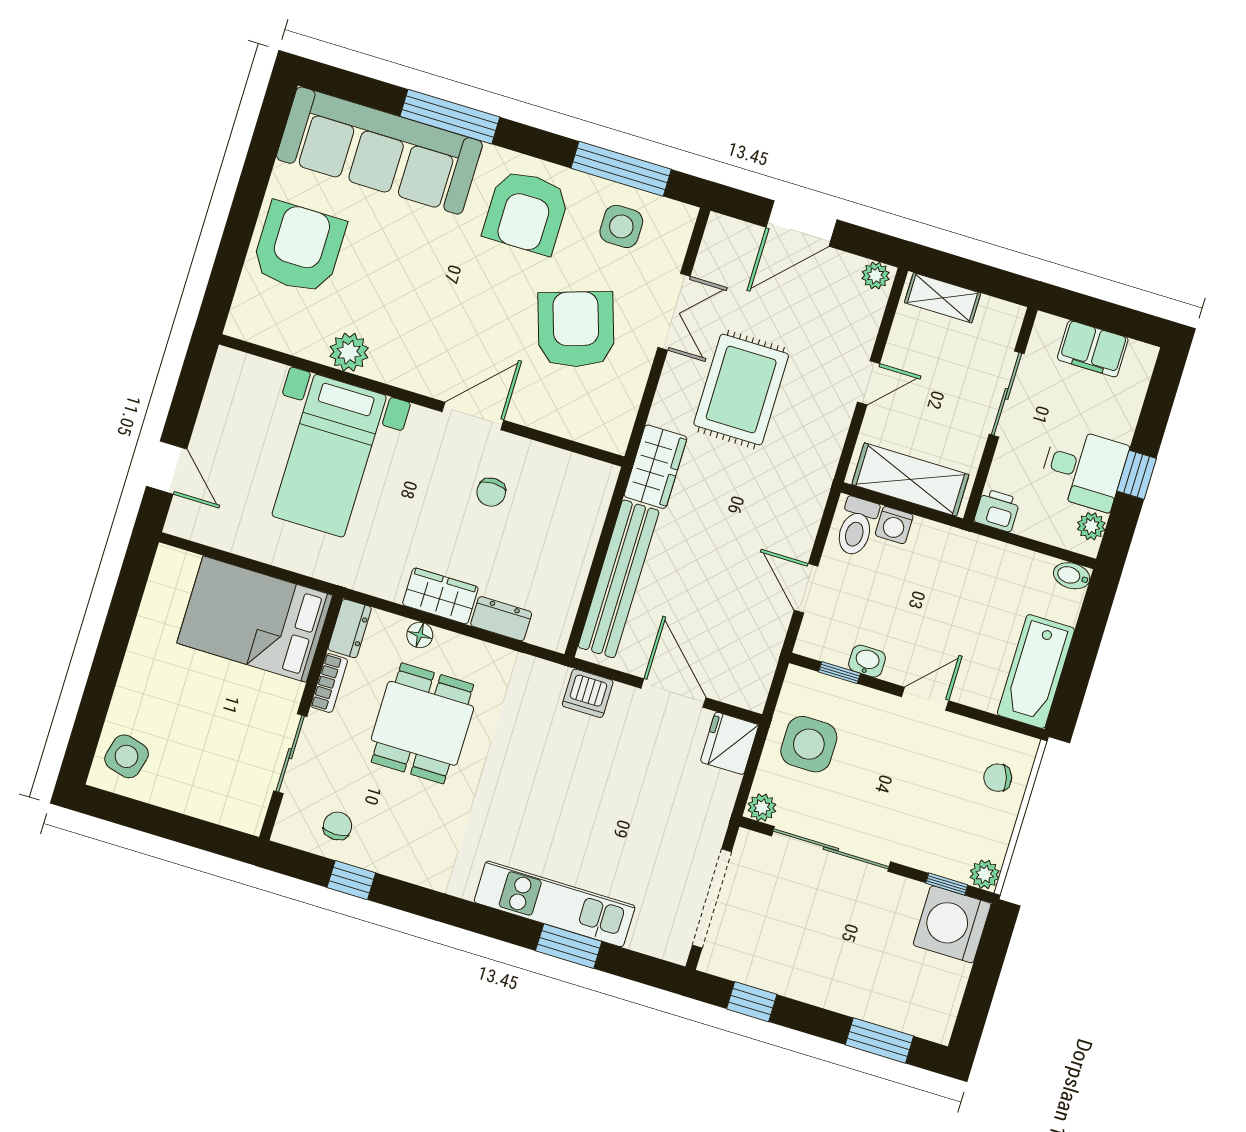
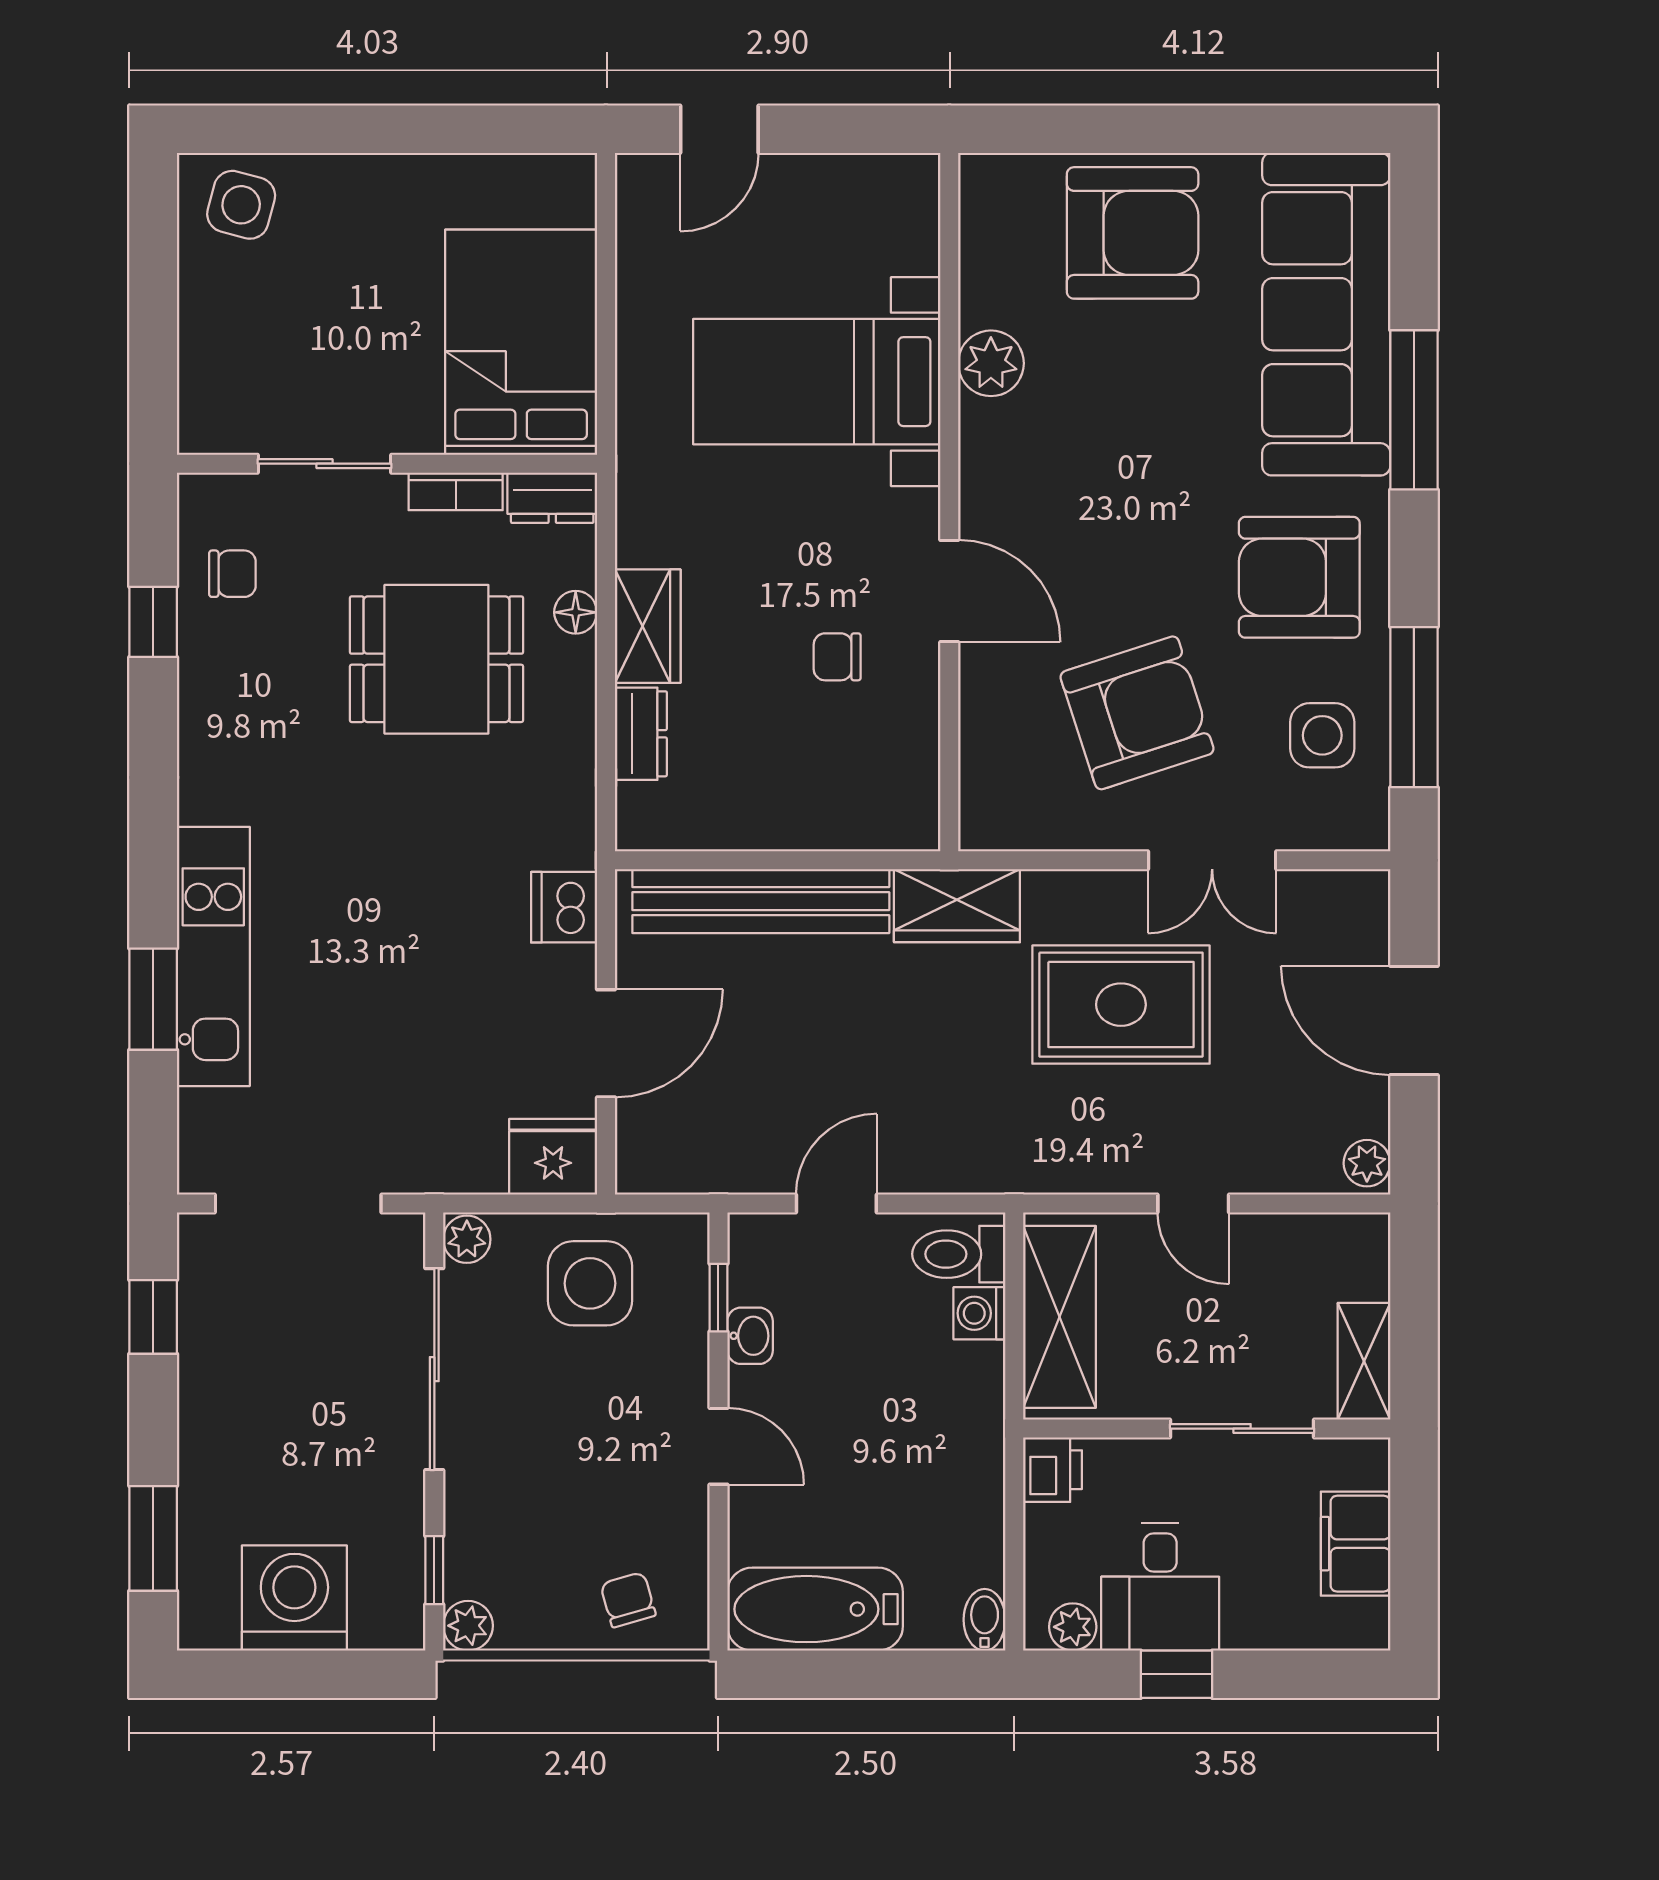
shelving: (943, 298) -> (1364, 1361), moved
washing machine: (952, 924) -> (294, 1598), moved

